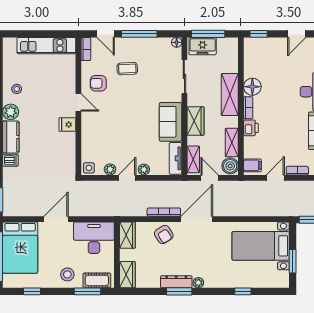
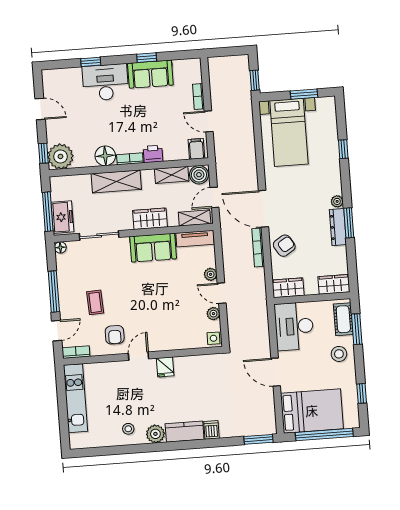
plant: (255, 48) -> (60, 156), added

